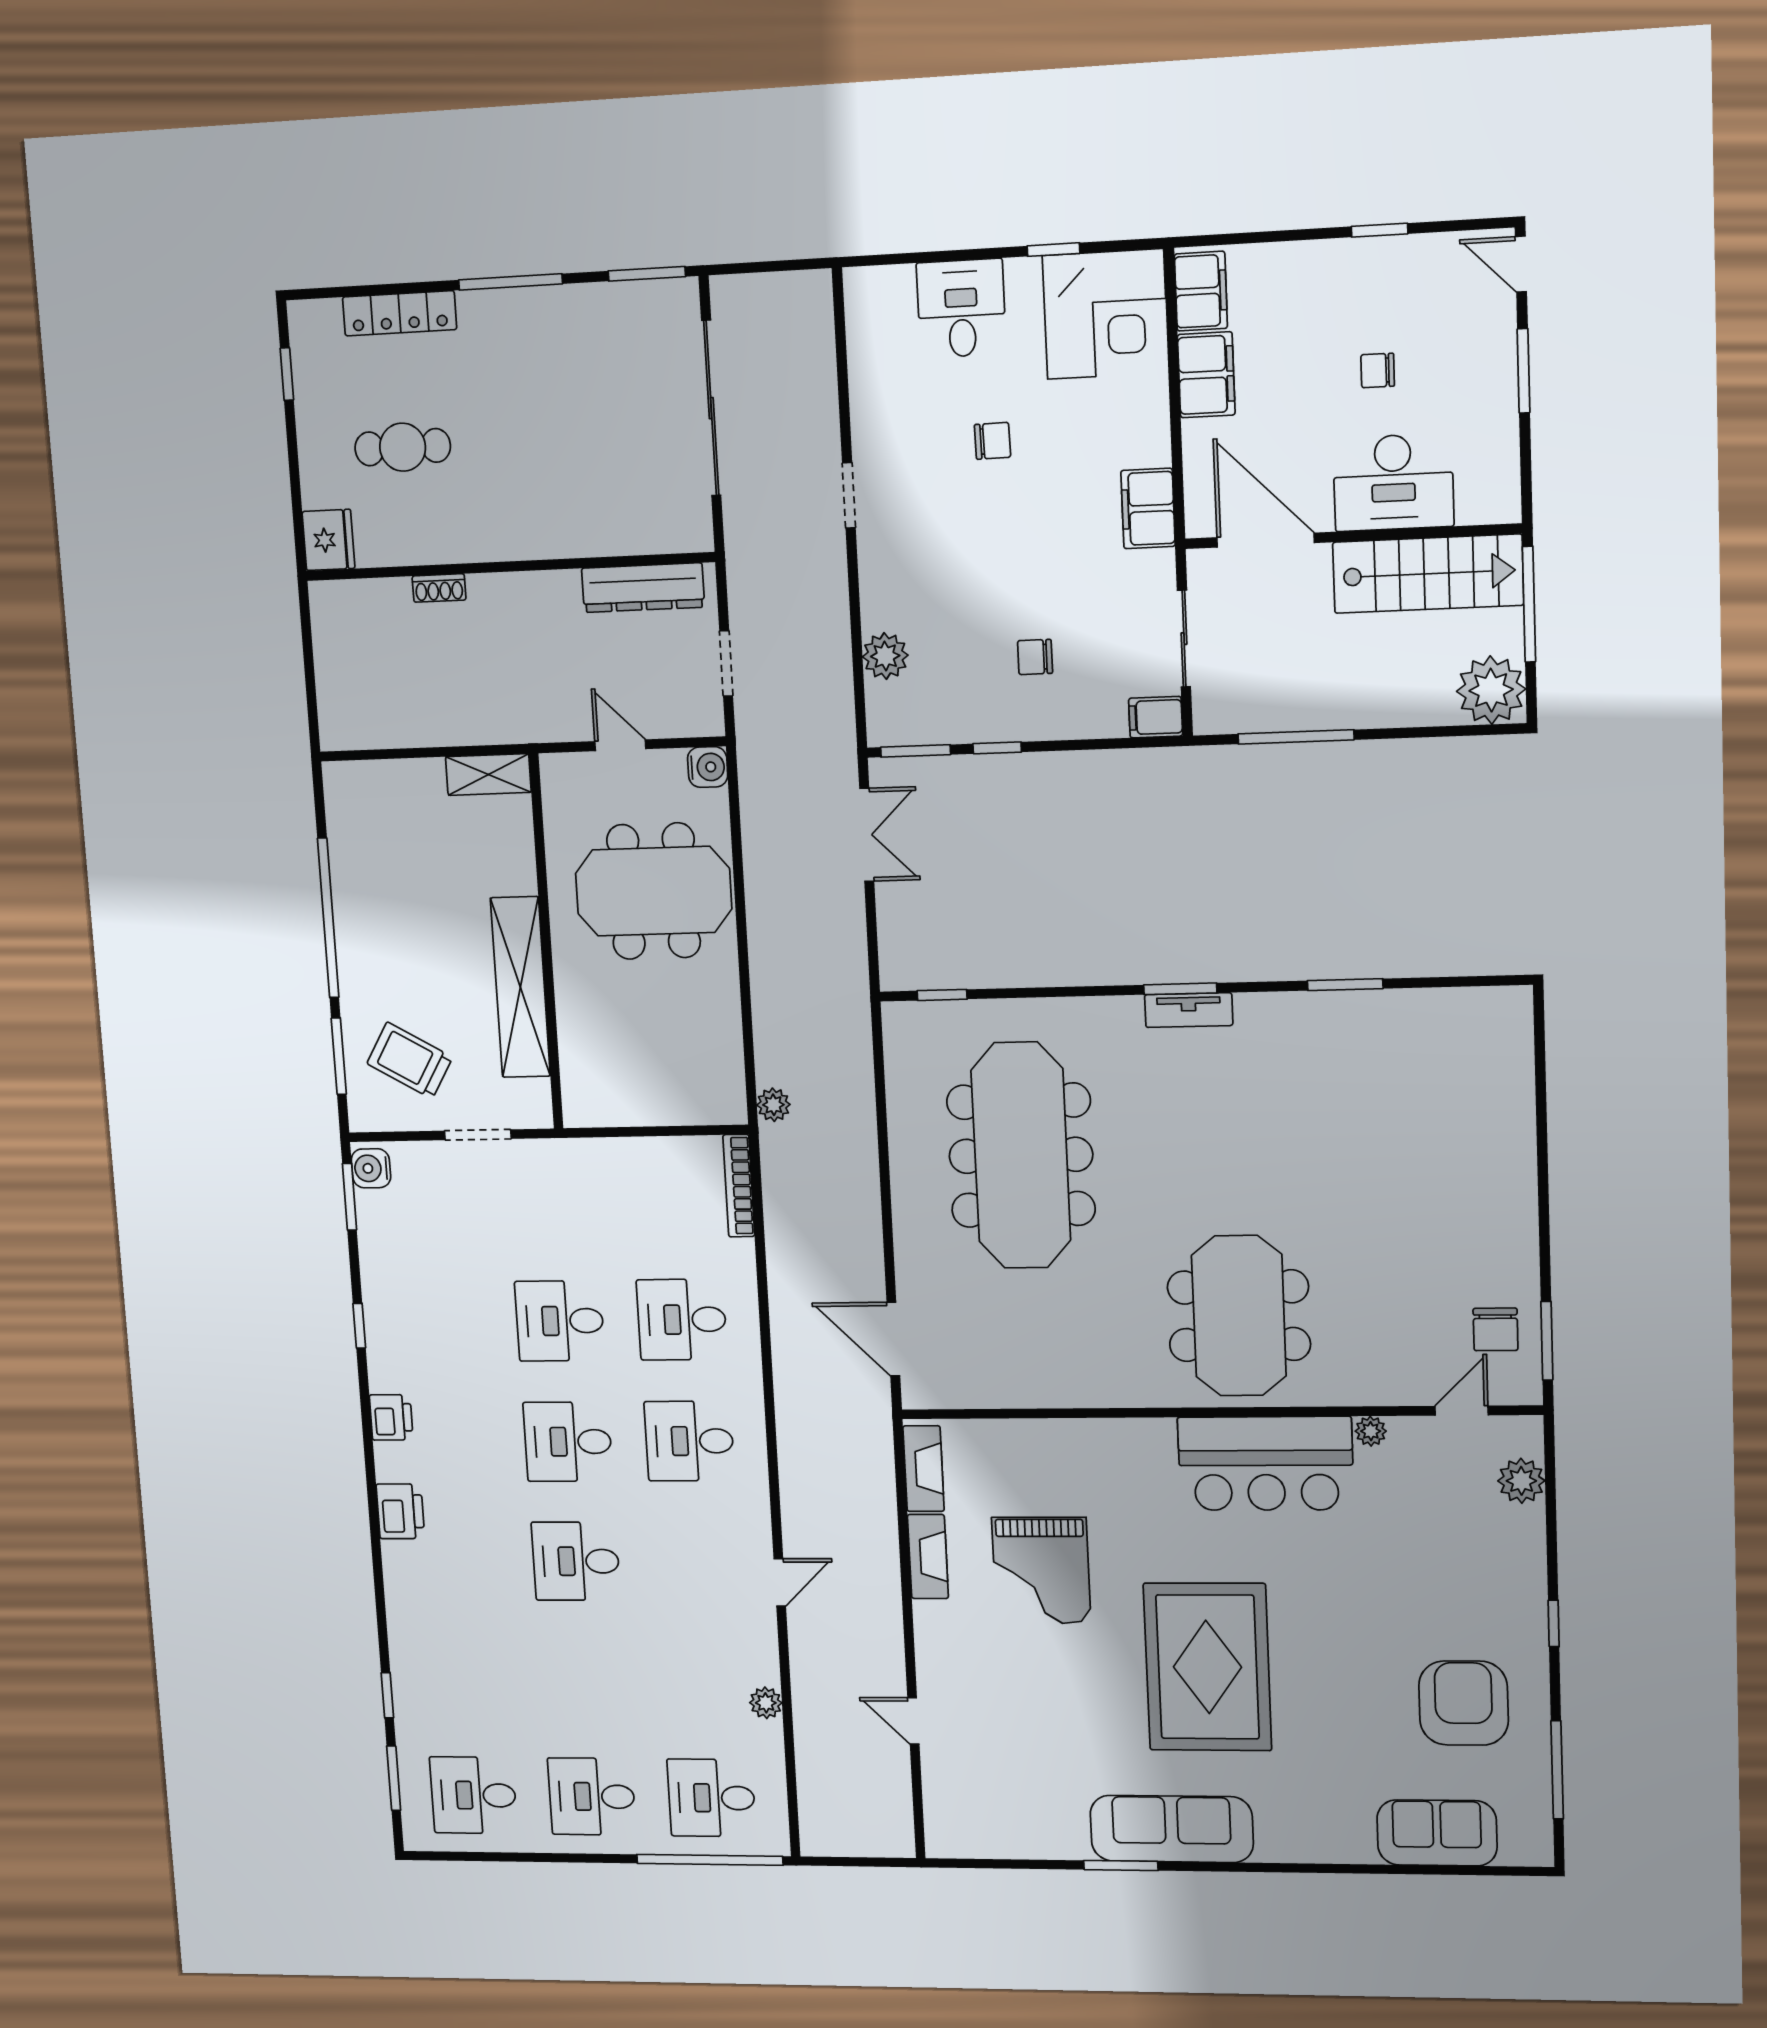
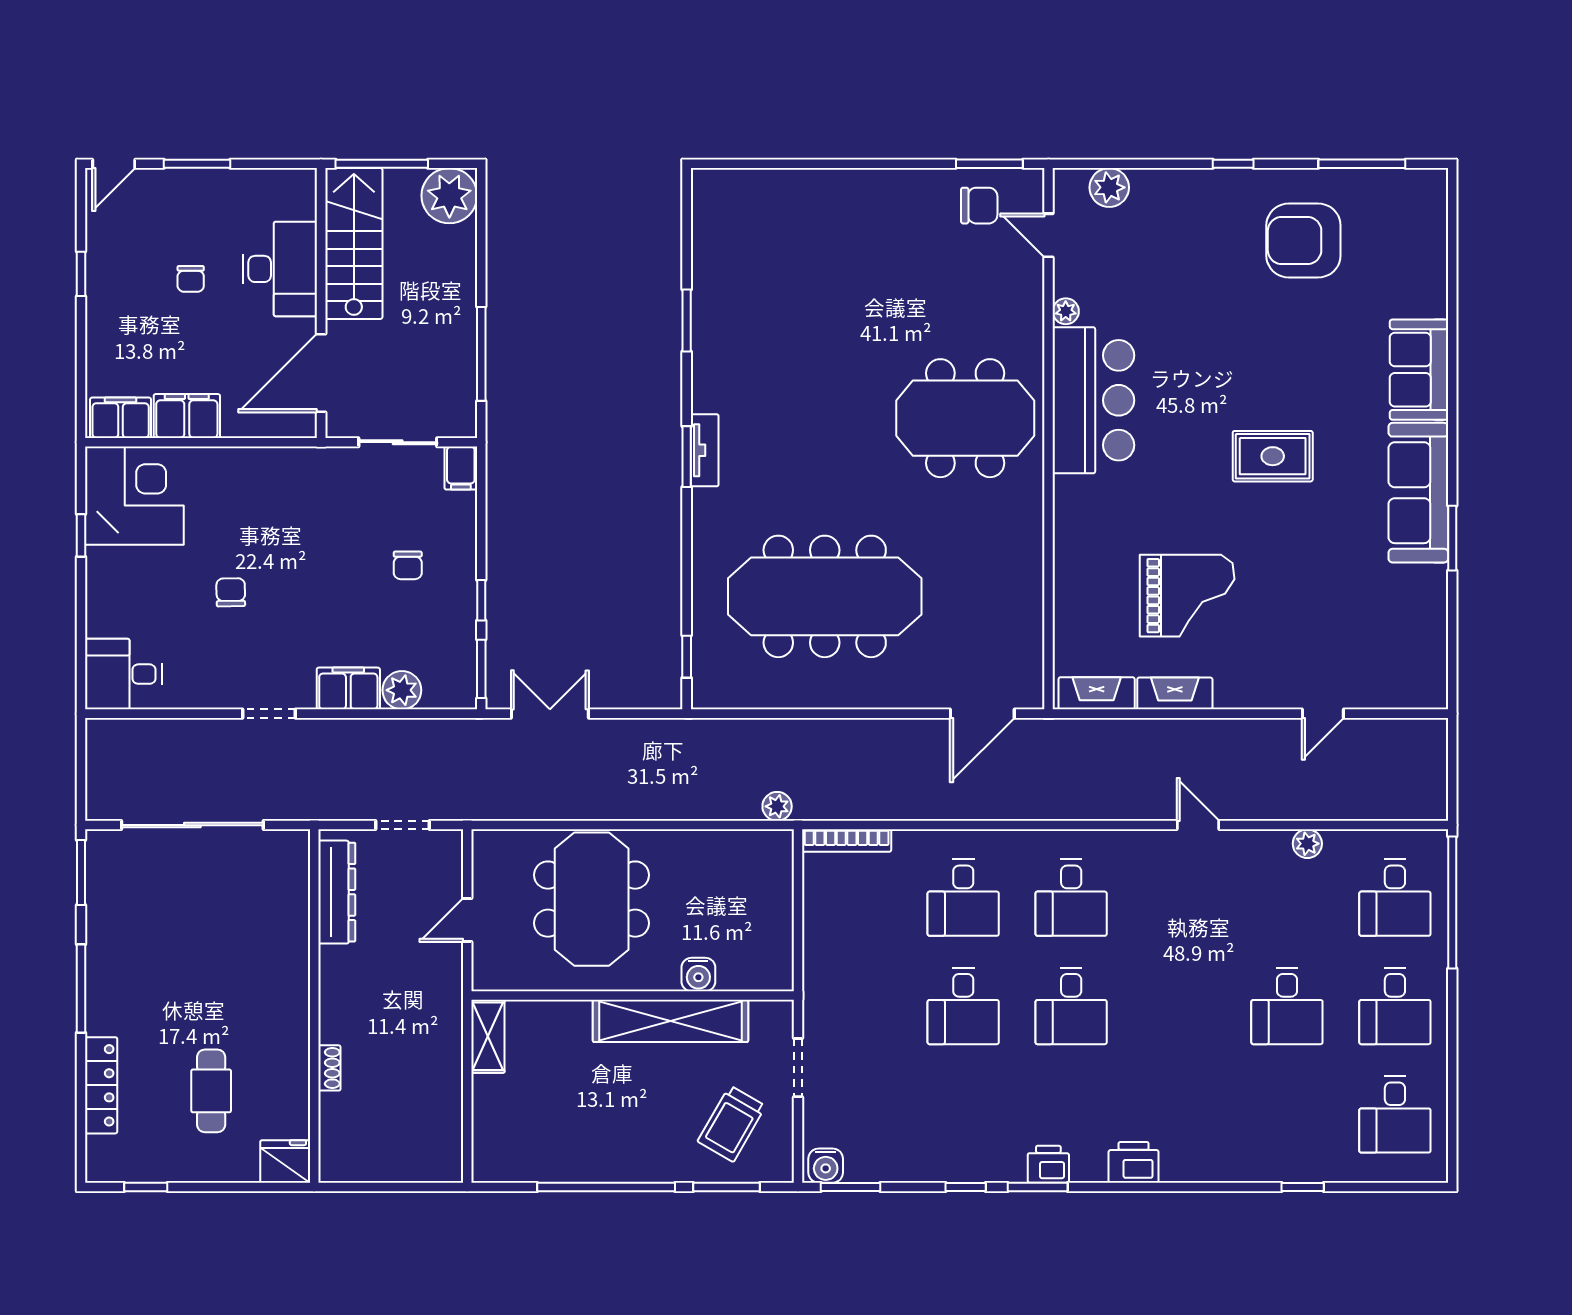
desk: (961, 308) -> (123, 674), moved
filing cabinet: (1148, 508) -> (348, 688), moved, turned 180
water cooler: (708, 767) -> (698, 975), moved, turned 180
desk: (576, 1561) -> (1287, 1006), moved
rug: (1207, 1667) -> (1273, 456), width x0.54, depth x0.49
window: (394, 1778) -> (1038, 1187), moved
sofa: (1437, 1833) -> (1419, 370), moved

